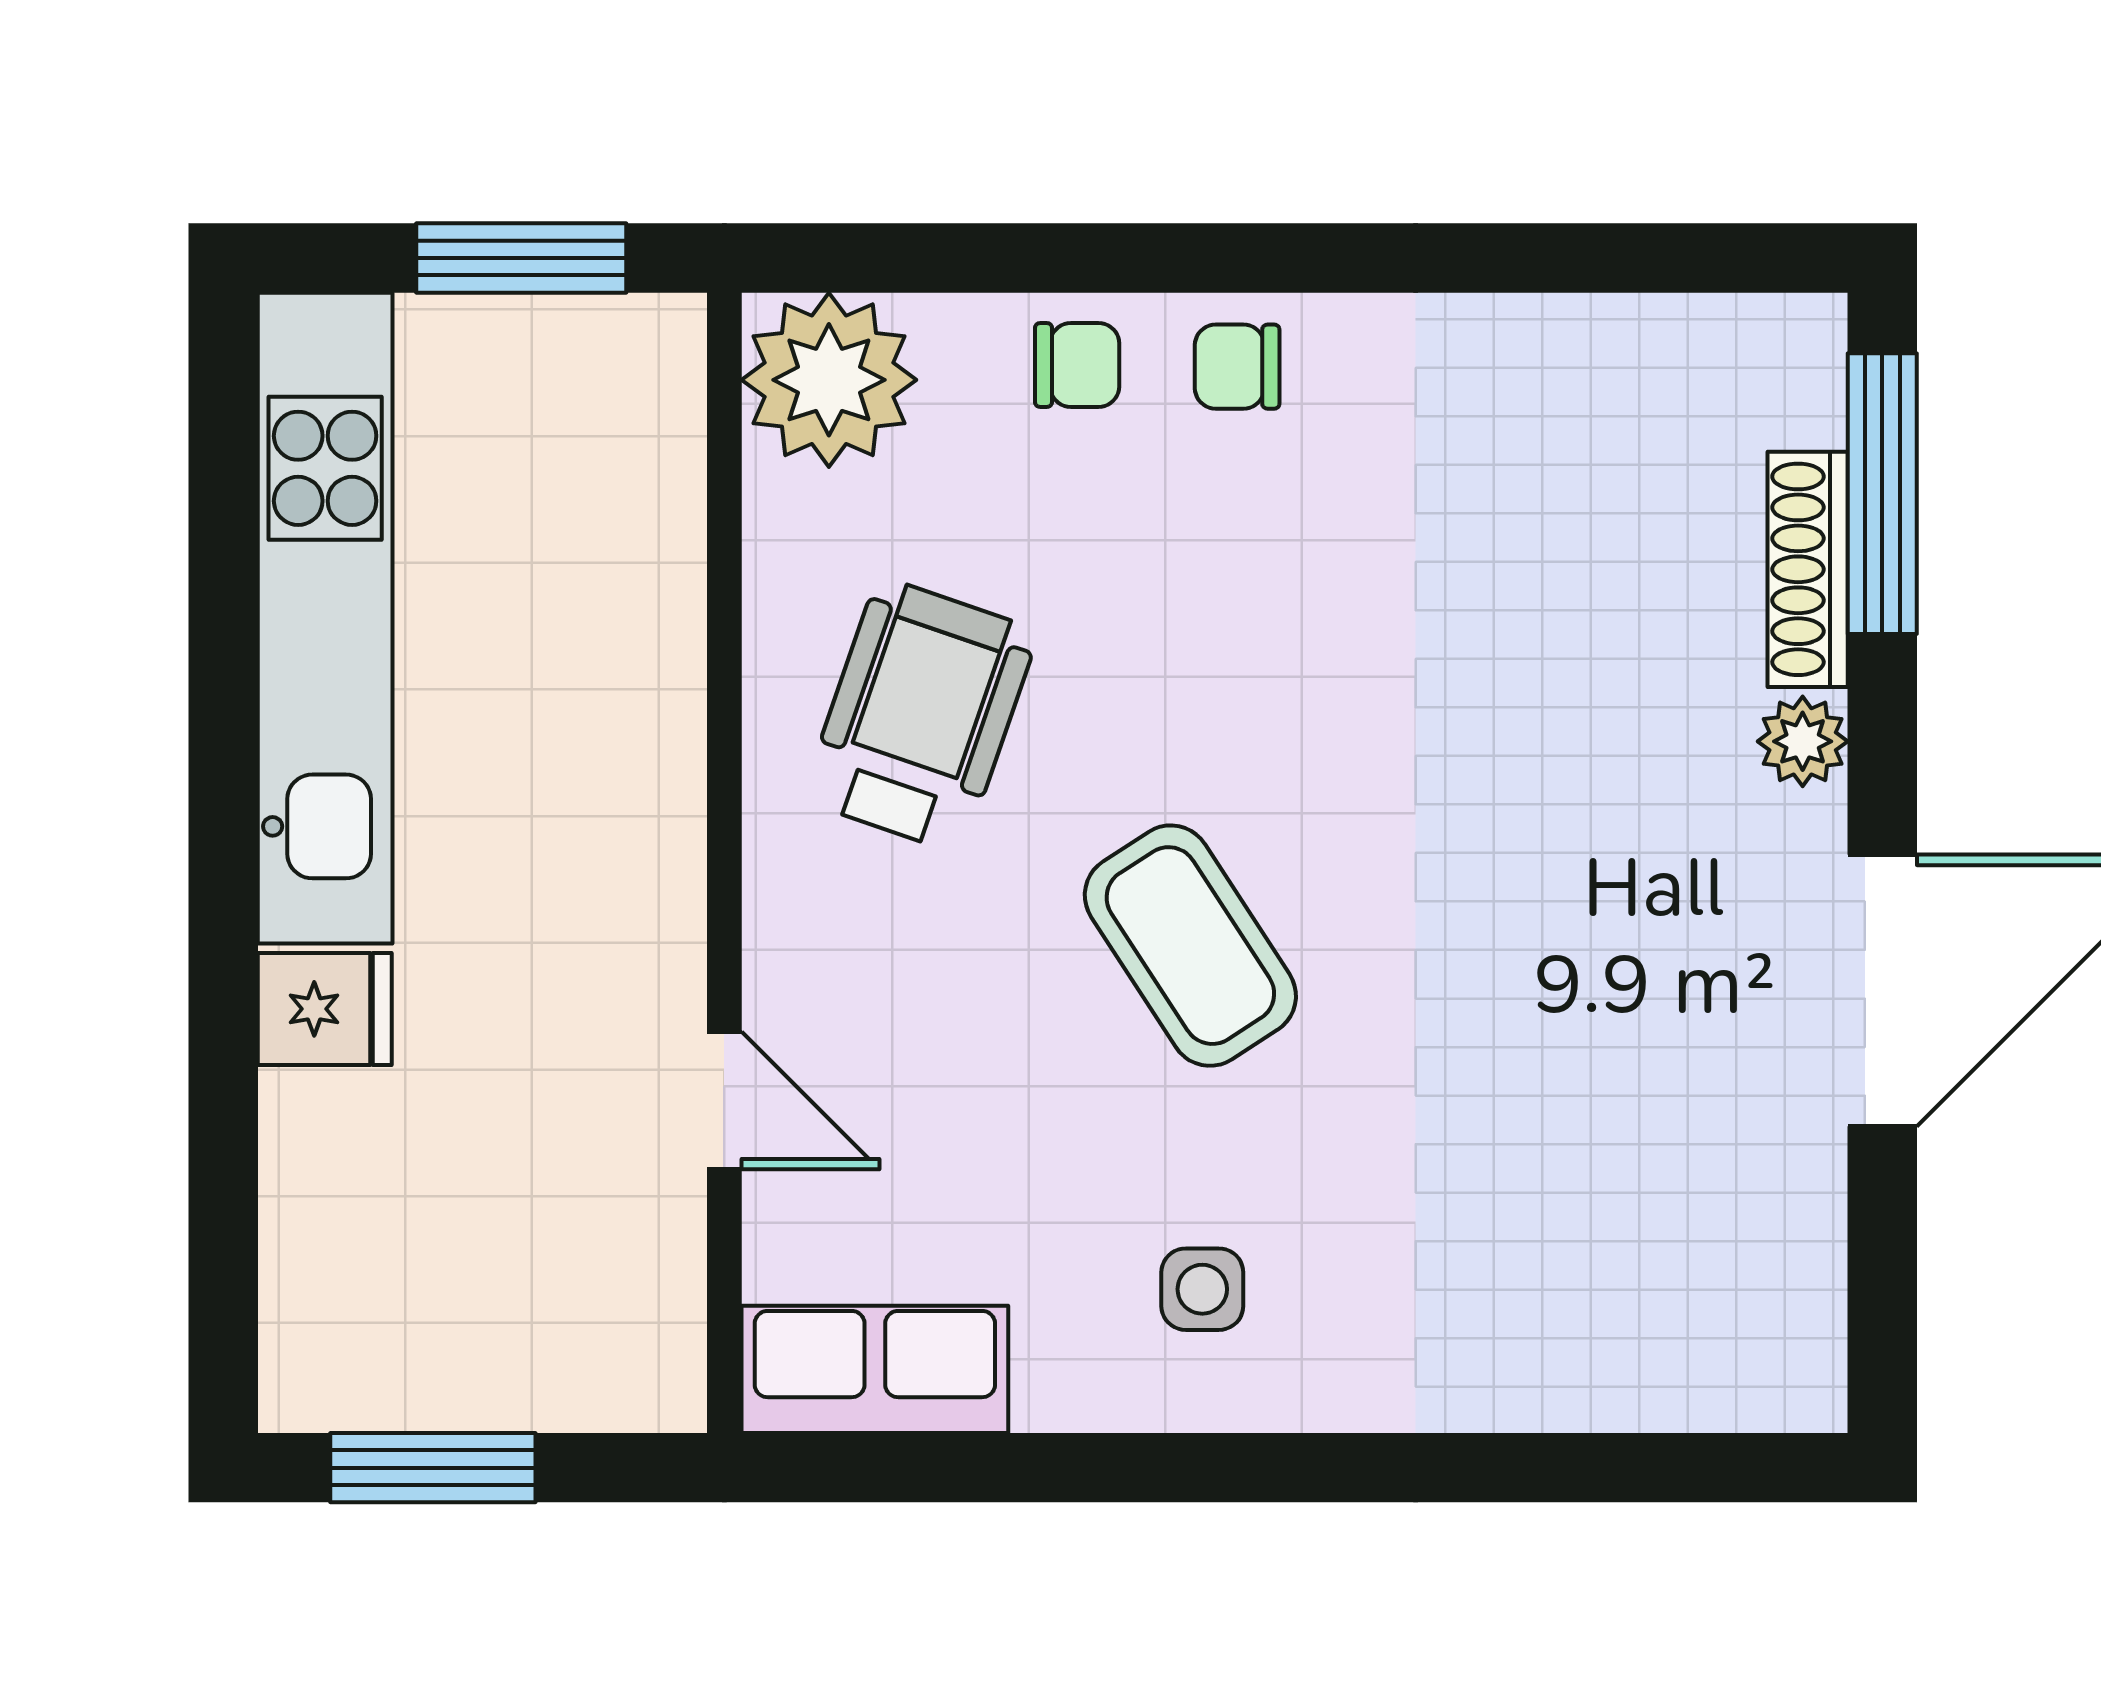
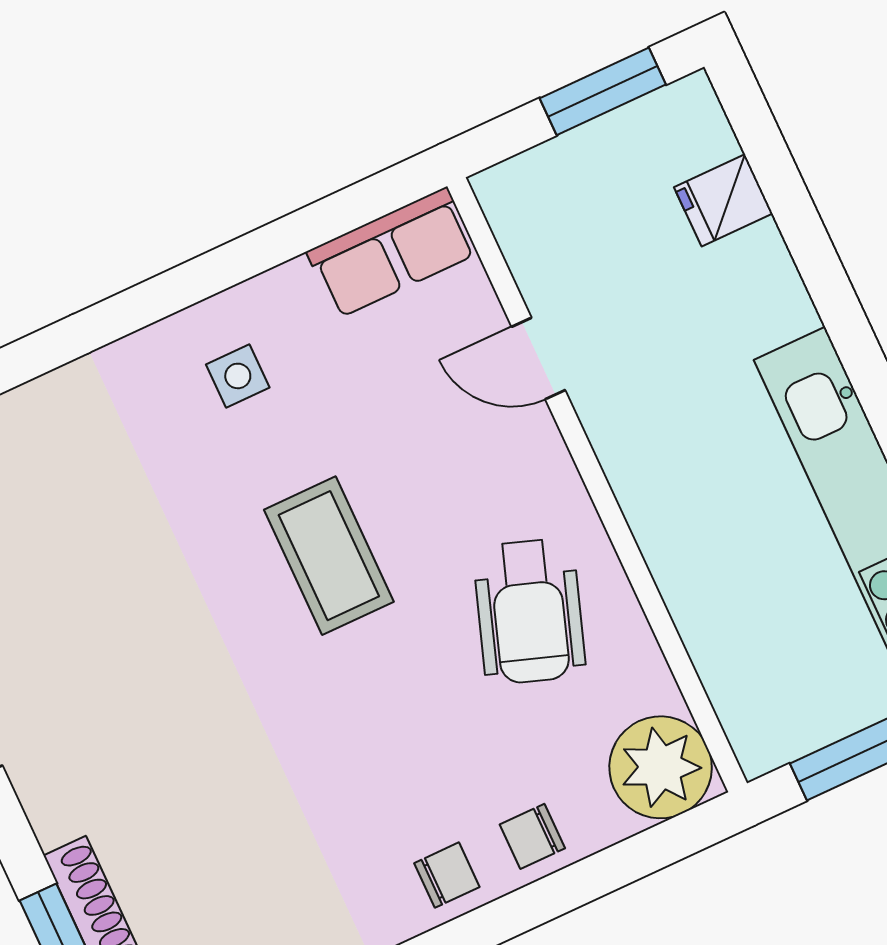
plant: (1803, 741) -> (54, 815), removed
coffee table: (1190, 946) -> (329, 556), turned 33
fridge: (325, 1009) -> (723, 200), moved

